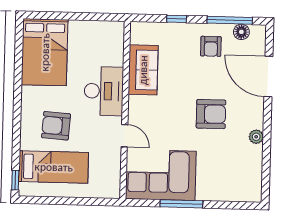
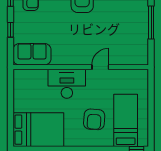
sofa: (143, 70) -> (32, 54), moved
corner sofa: (161, 175) -> (130, 39), removed

